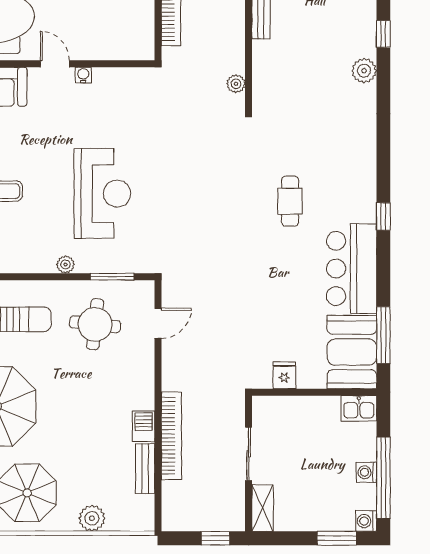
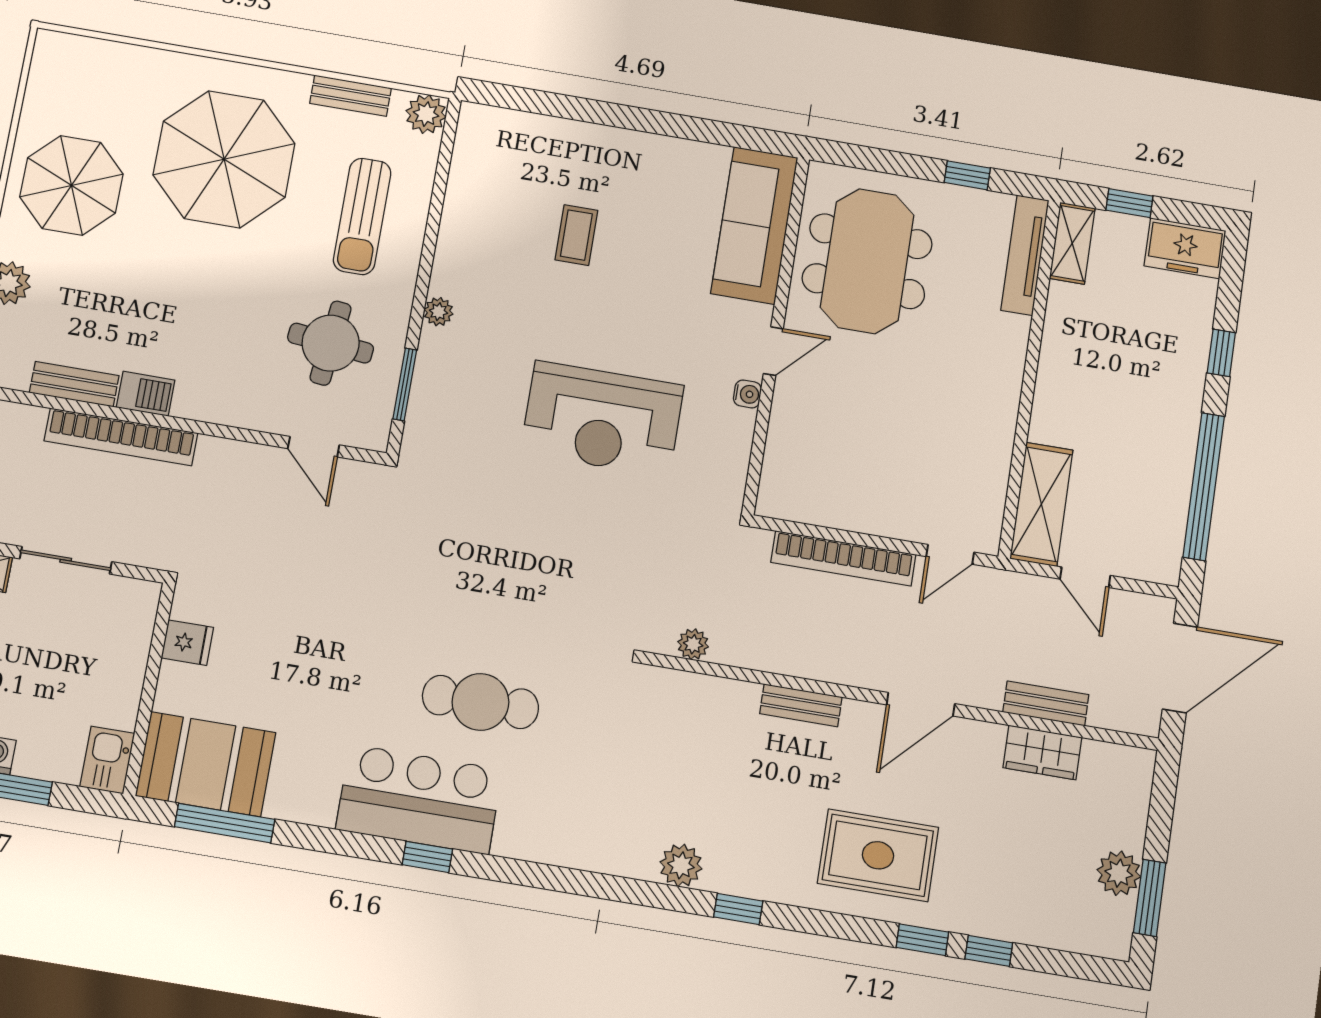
reception desk: (102, 194) -> (602, 419), moved
cafe table: (290, 201) -> (480, 702), width x1.37, depth x1.35
bar counter: (352, 268) -> (419, 799), moved

